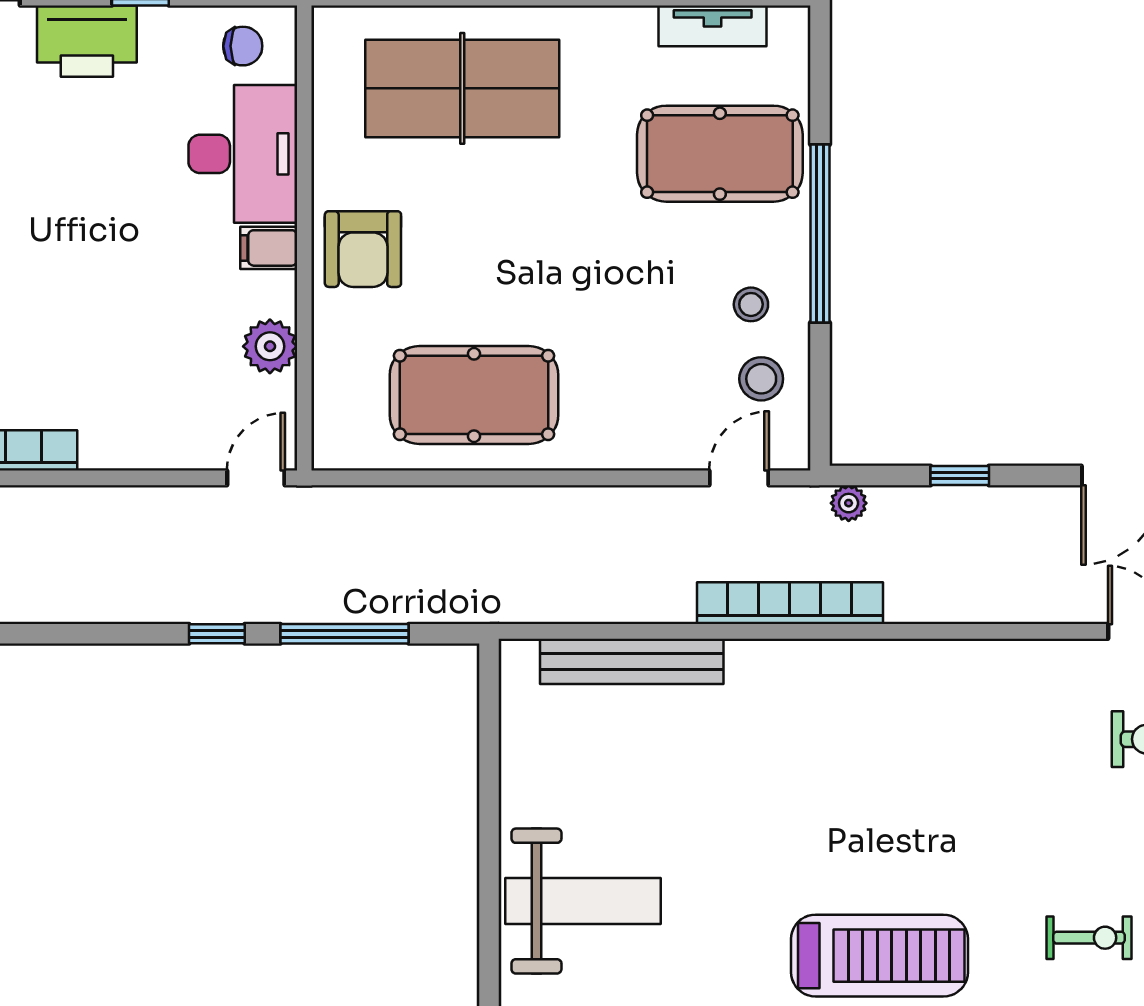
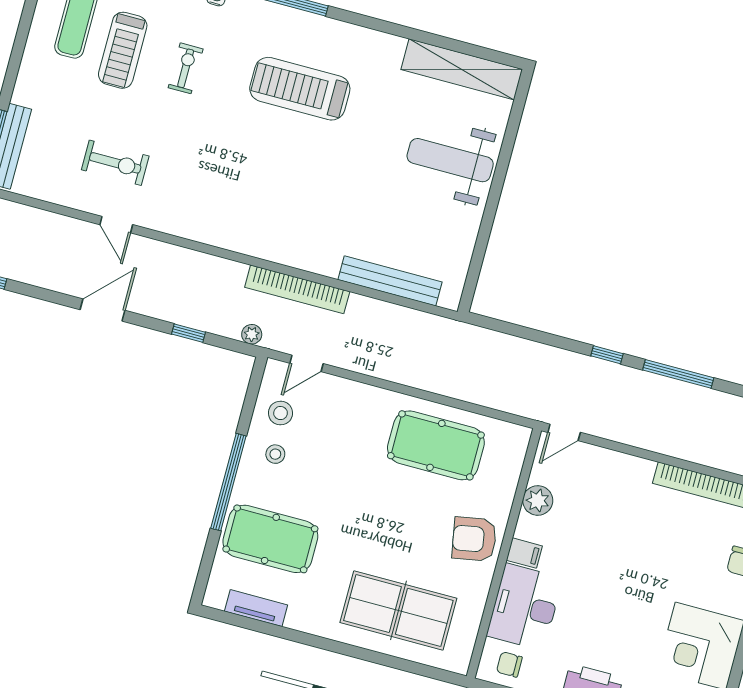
armchair: (363, 249) -> (474, 539), turned -100
window: (345, 634) -> (678, 374), moved
exercise bike: (1089, 938) -> (186, 68), turned 90

